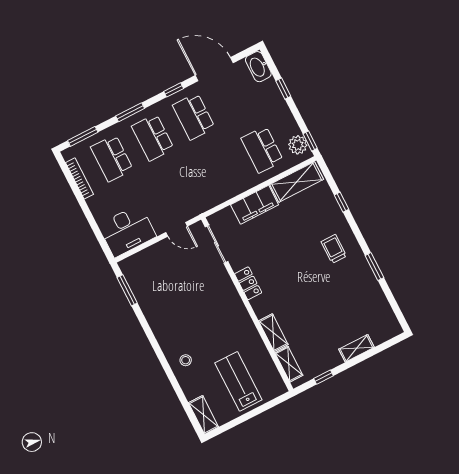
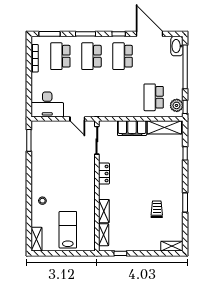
window: (283, 88) -> (185, 67), width x3.17
trolley: (334, 249) -> (157, 209), moved
shelving: (356, 348) -> (172, 246), moved

